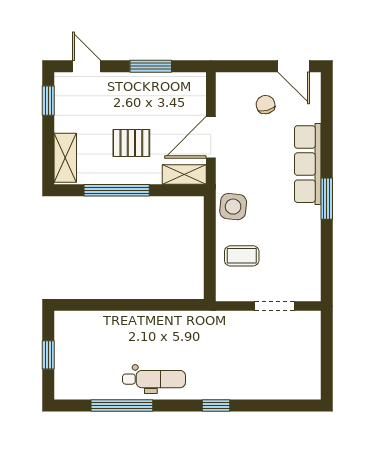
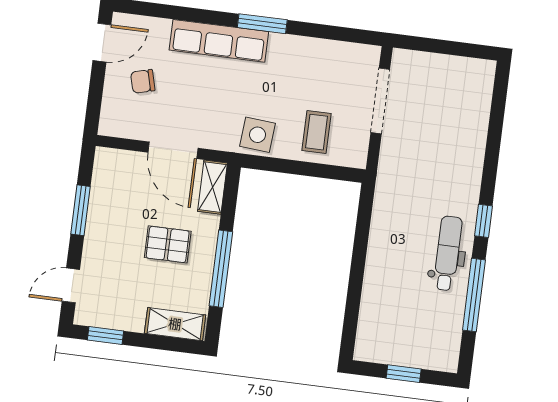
pallet: (131, 143) -> (168, 244), turned 90
doorway: (275, 306) -> (380, 101), width x1.38
window: (216, 406) -> (483, 221), moved

